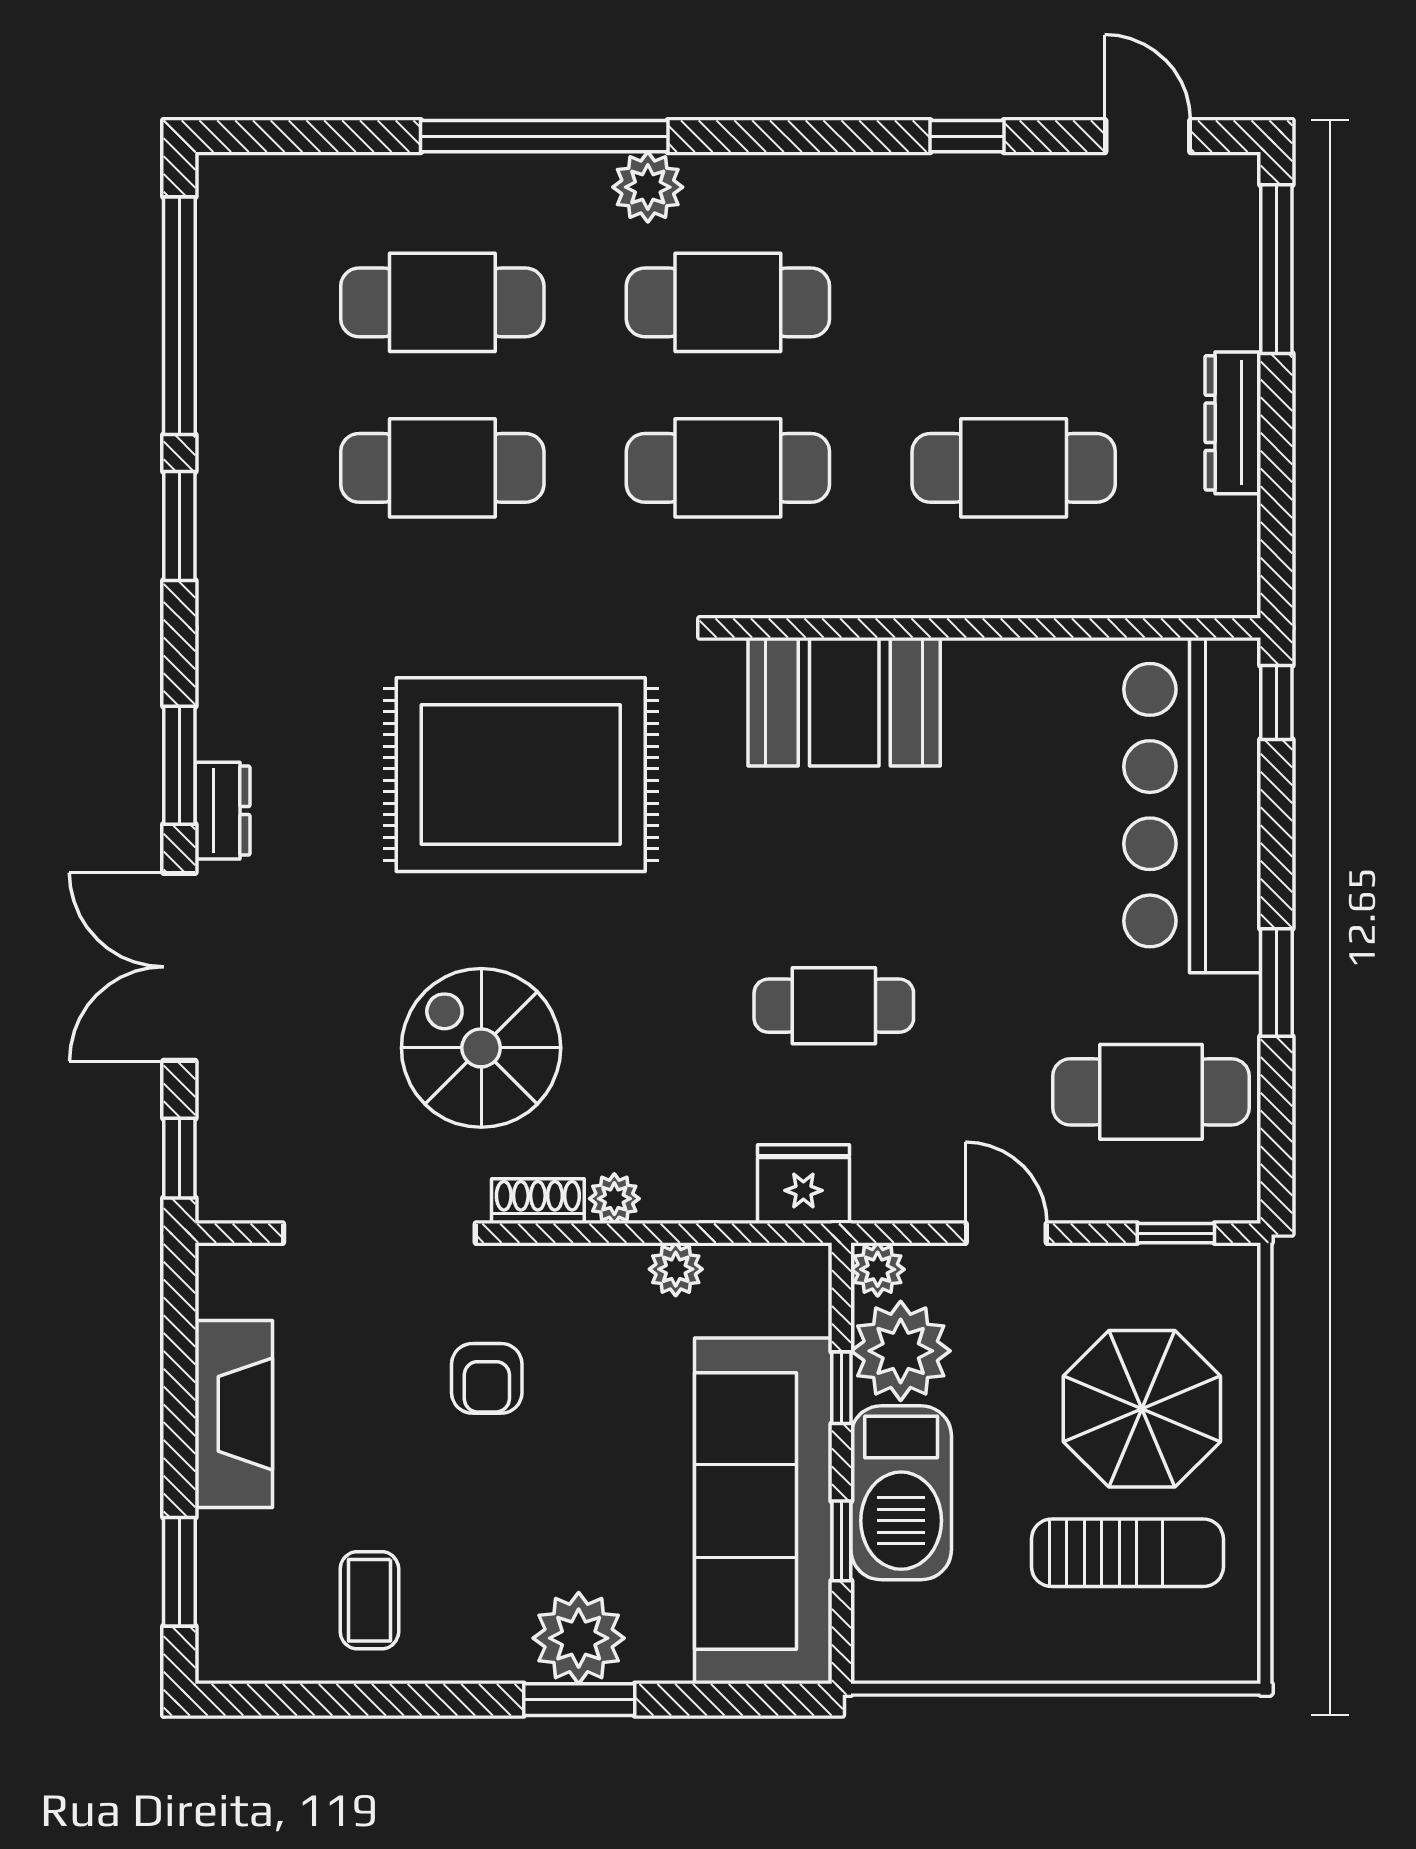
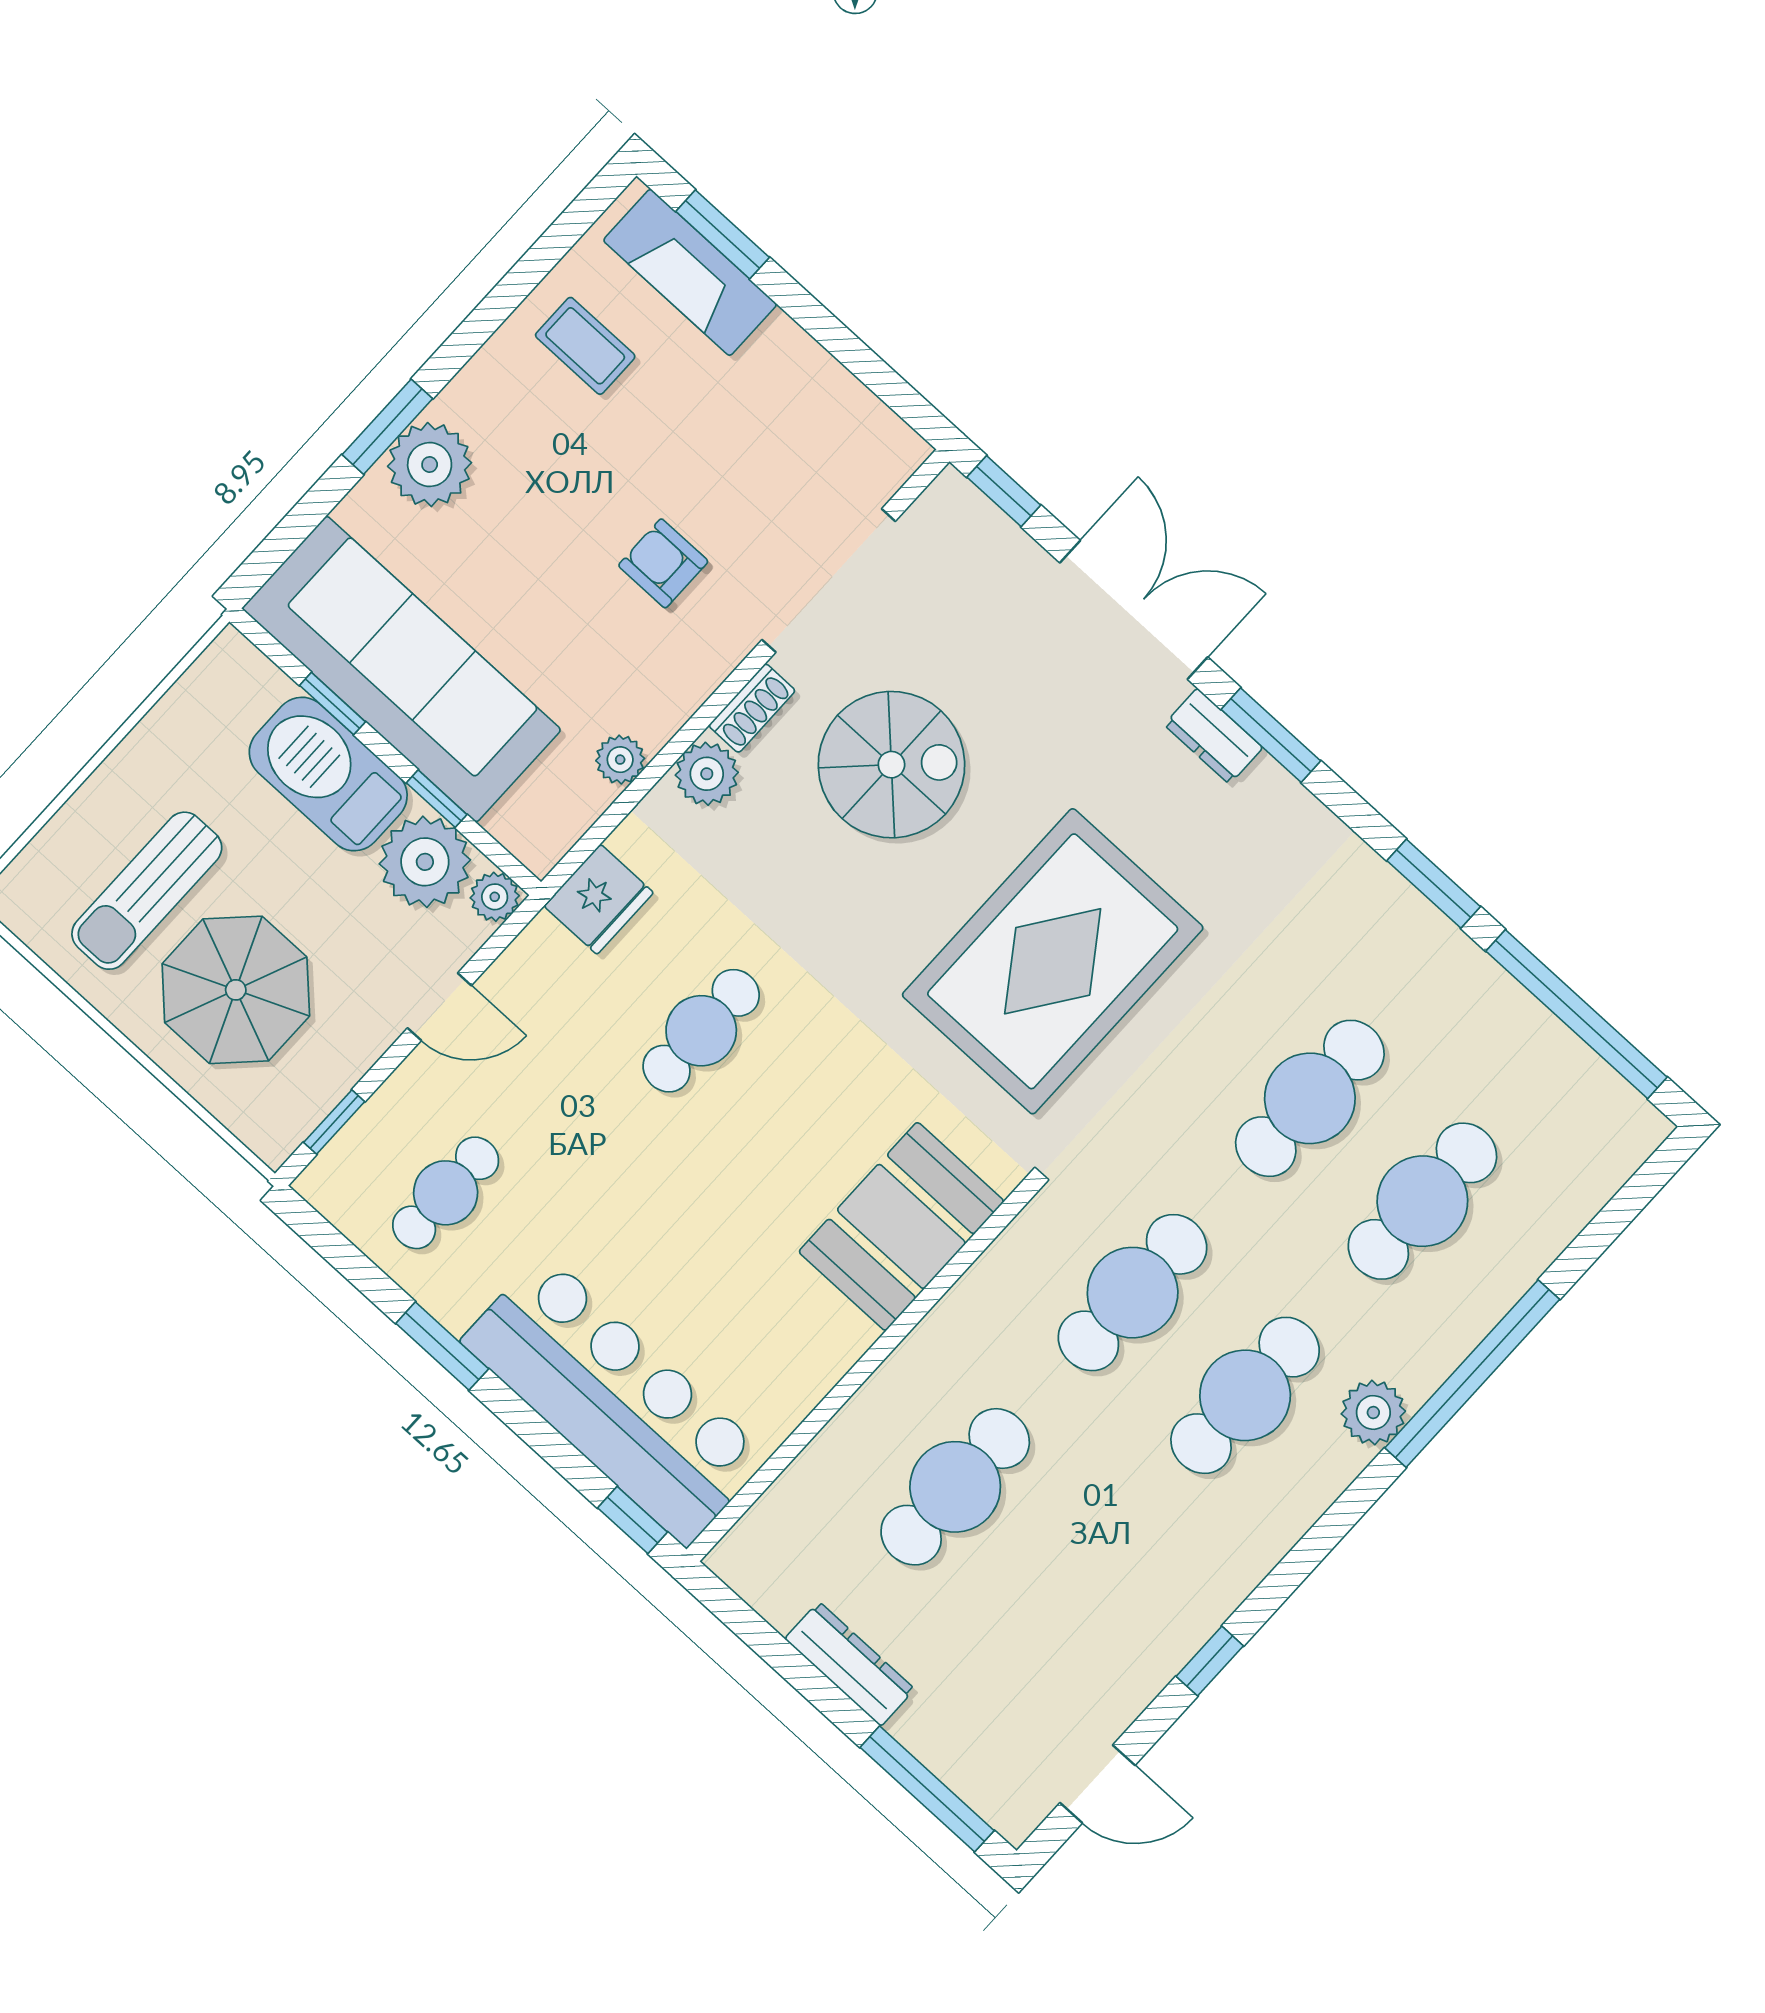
cafe table: (1151, 1092) -> (446, 1193), width x0.73, depth x0.74
plant: (614, 1199) -> (707, 774), width x1.38, depth x1.38
fireplace: (234, 1414) -> (690, 272), moved

